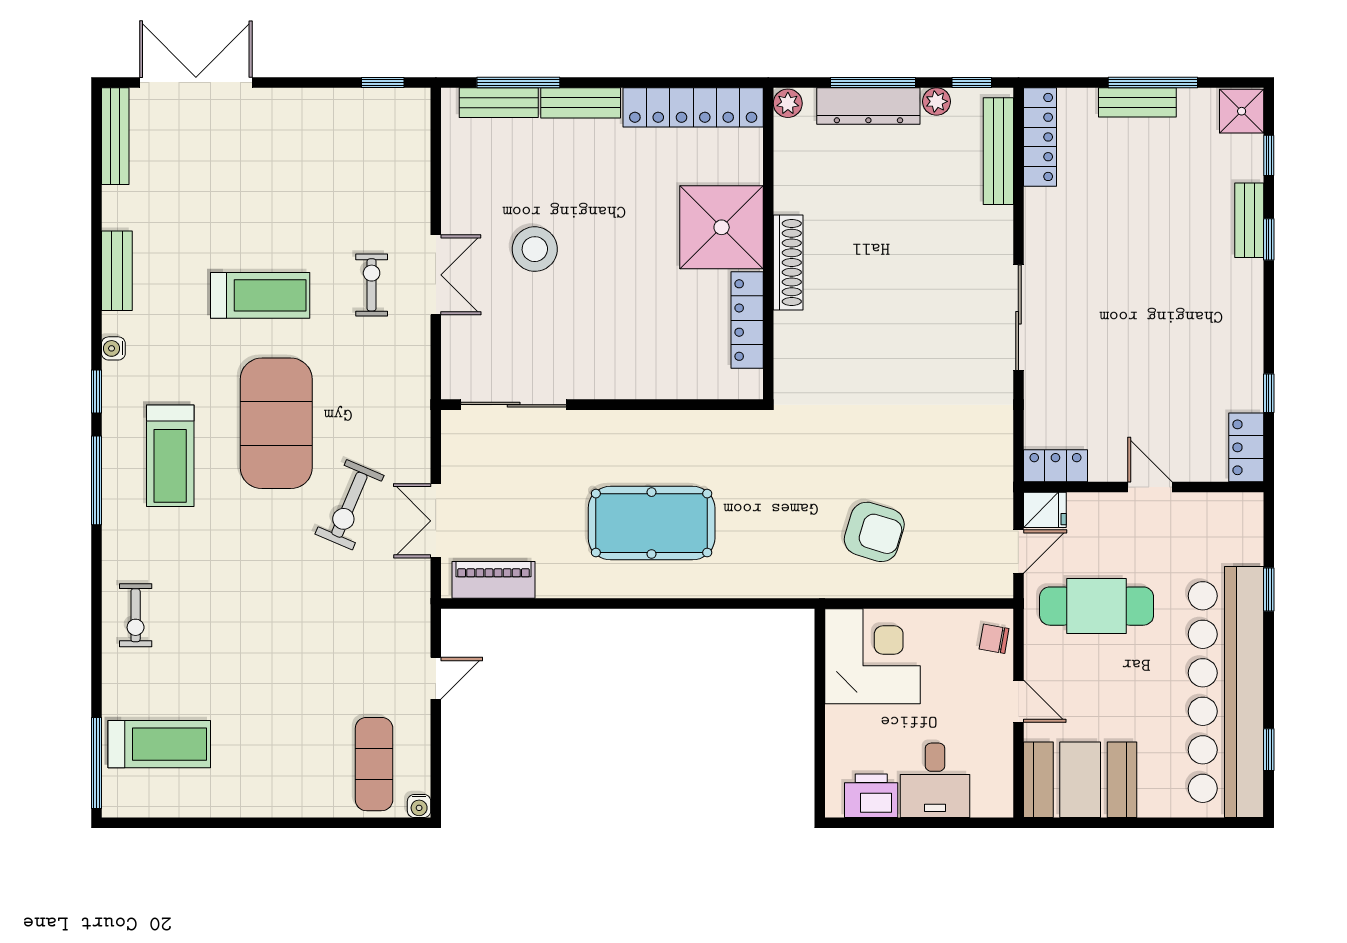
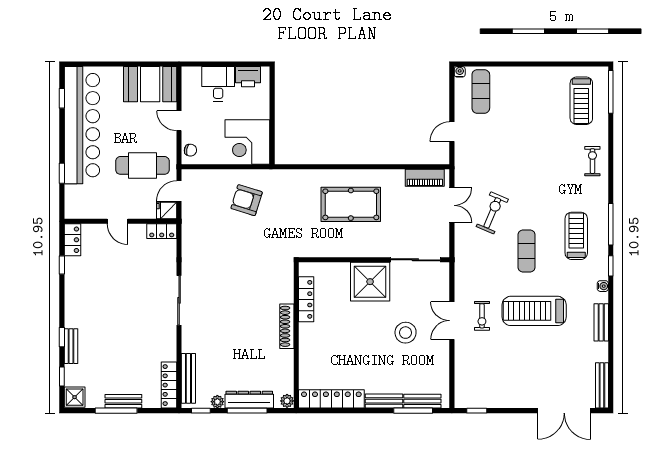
shower: (722, 227) -> (370, 282), moved
treadmill: (260, 295) -> (534, 311), width x1.37, depth x1.38
exercise mat: (276, 423) -> (527, 251), width x0.50, depth x0.69
treadmill: (159, 744) -> (581, 101), turned -90

